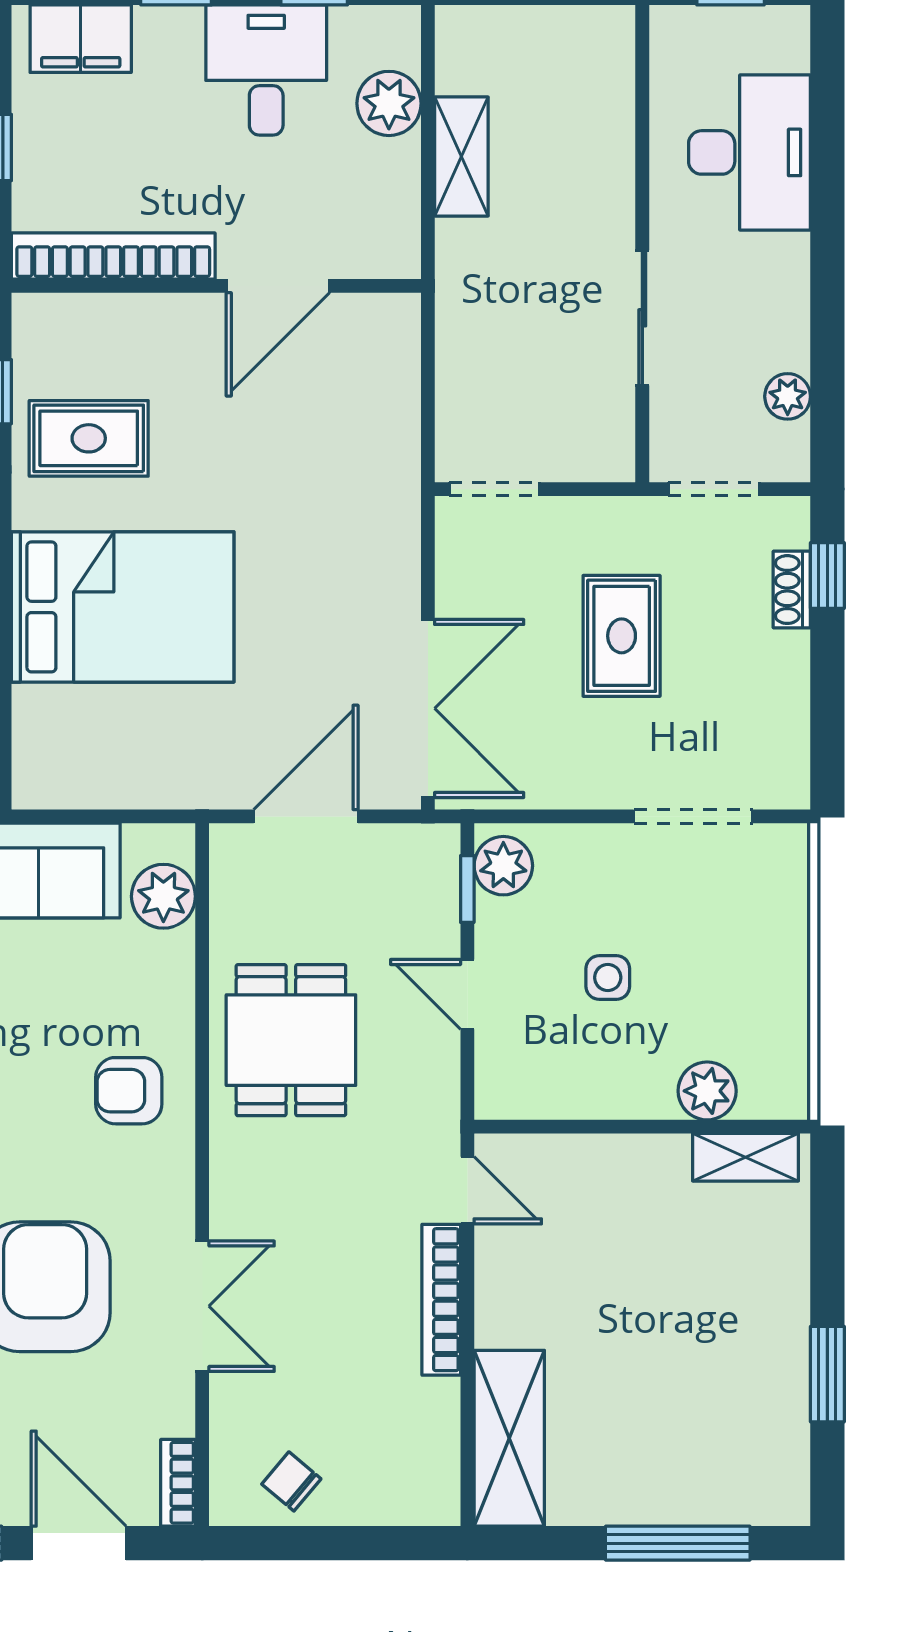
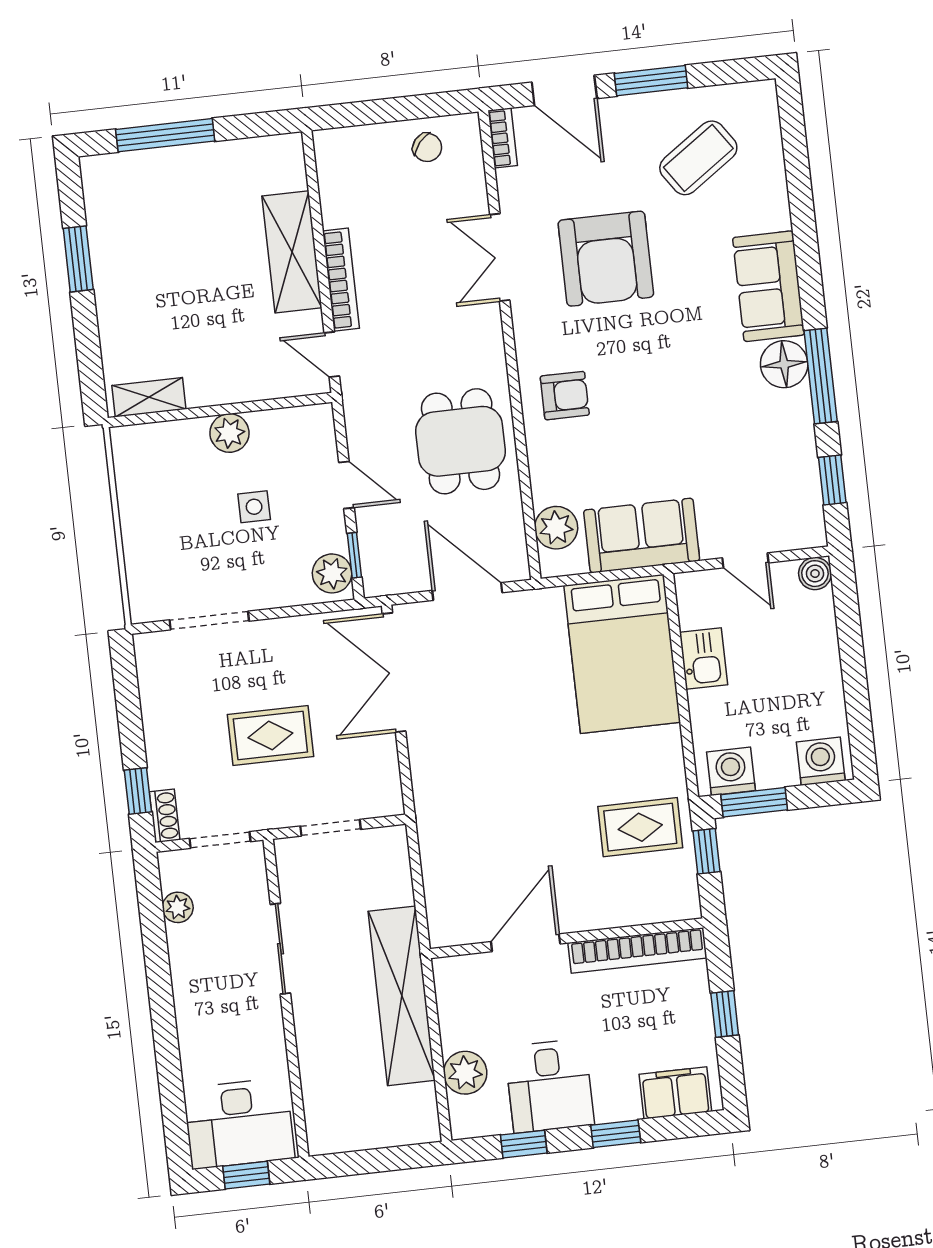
desk: (749, 152) -> (239, 1123), moved, turned -90
shelving: (461, 156) -> (402, 996), width x2.20, depth x1.33
doorway: (494, 489) -> (331, 828), moved
shoe rack: (792, 590) -> (165, 816), moved
bed: (123, 607) -> (622, 654), moved, turned -90
rug: (622, 636) -> (270, 735), turned 90
door: (306, 816) -> (467, 592), swing flipped
plant: (707, 1091) -> (229, 433), moved
shelving: (509, 1438) -> (292, 252), moved

